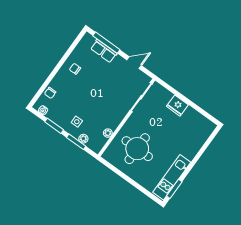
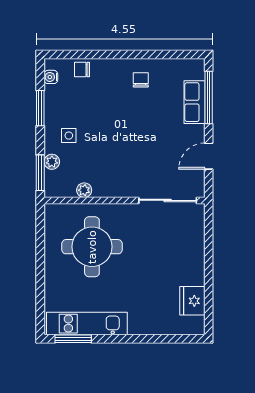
door: (134, 63) -> (209, 156), swing flipped
fridge: (177, 106) -> (192, 301), moved
window: (76, 142) -> (40, 173), moved

